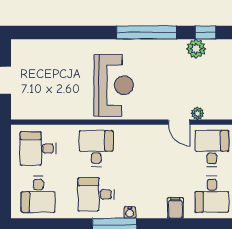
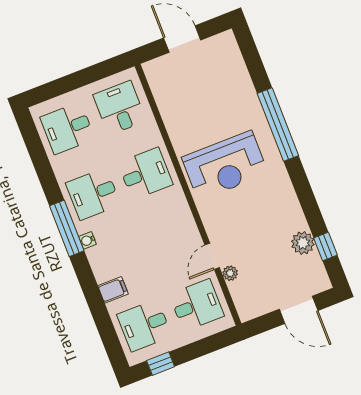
window: (146, 33) -> (278, 125), moved
desk: (96, 194) -> (93, 194), turned -90

